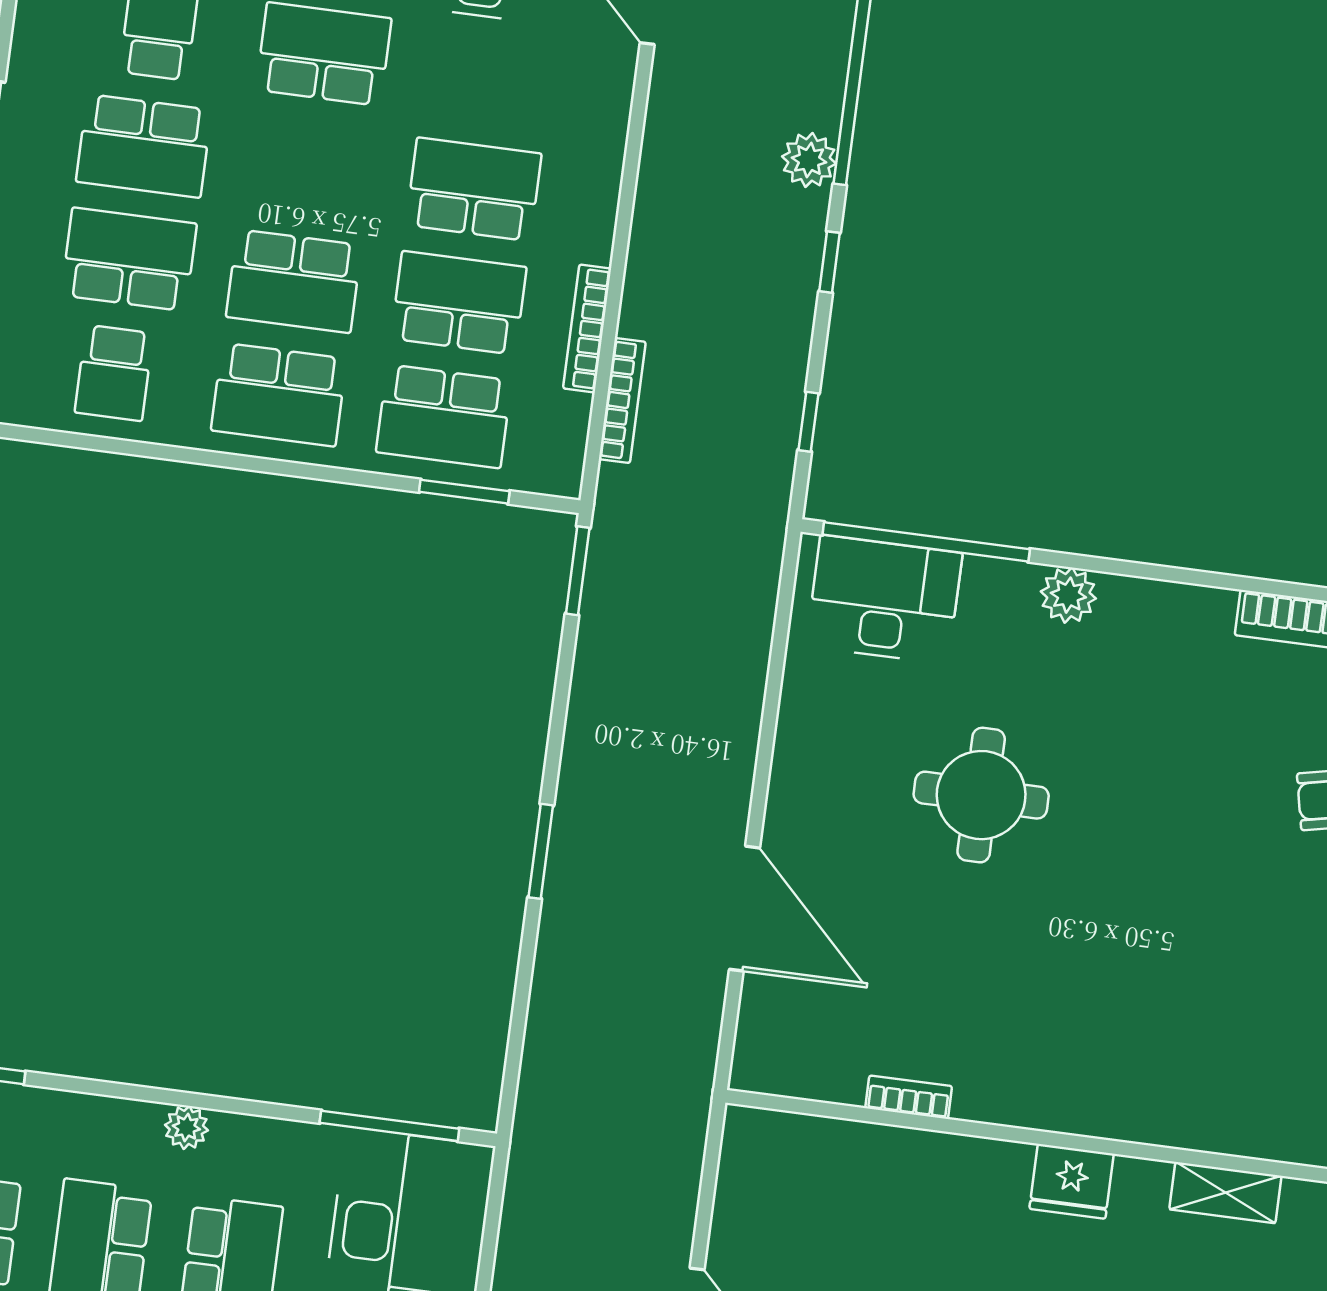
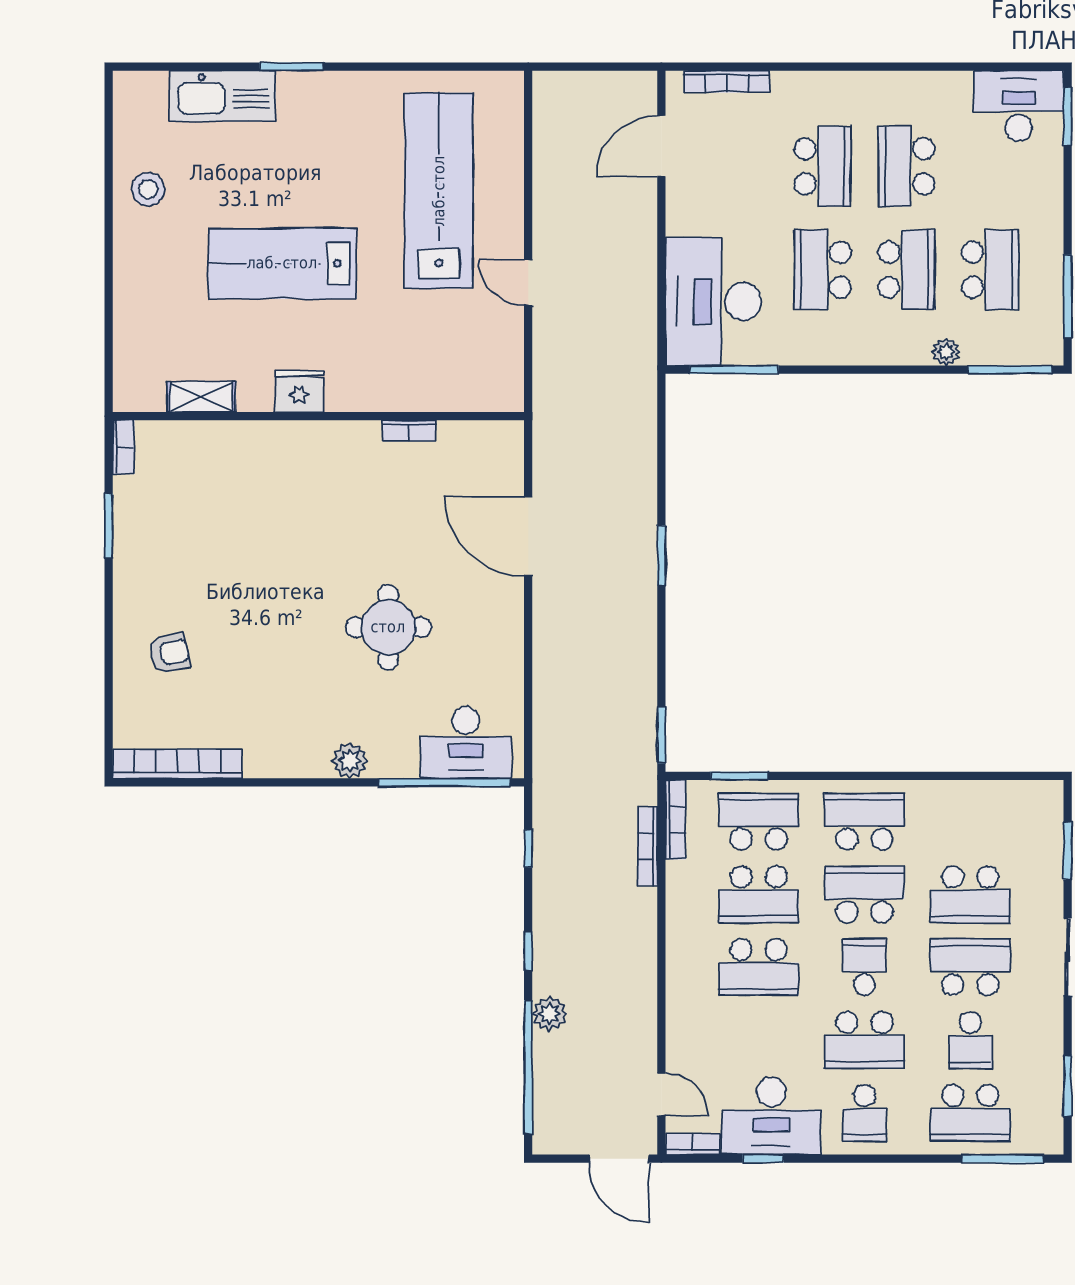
bookcase: (587, 328) -> (676, 820), moved
school desk: (114, 373) -> (864, 967), moved
plant: (186, 1127) -> (946, 352), moved

